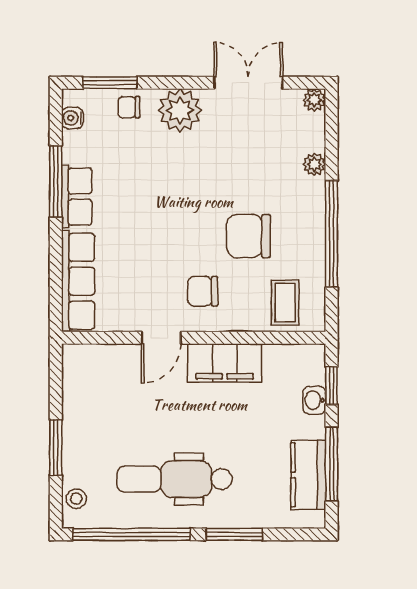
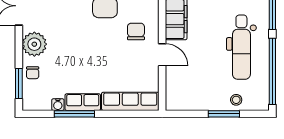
water cooler: (72, 118) -> (58, 105), moved
chair: (203, 291) -> (136, 31), turned 180
stool: (76, 499) -> (236, 100), moved

